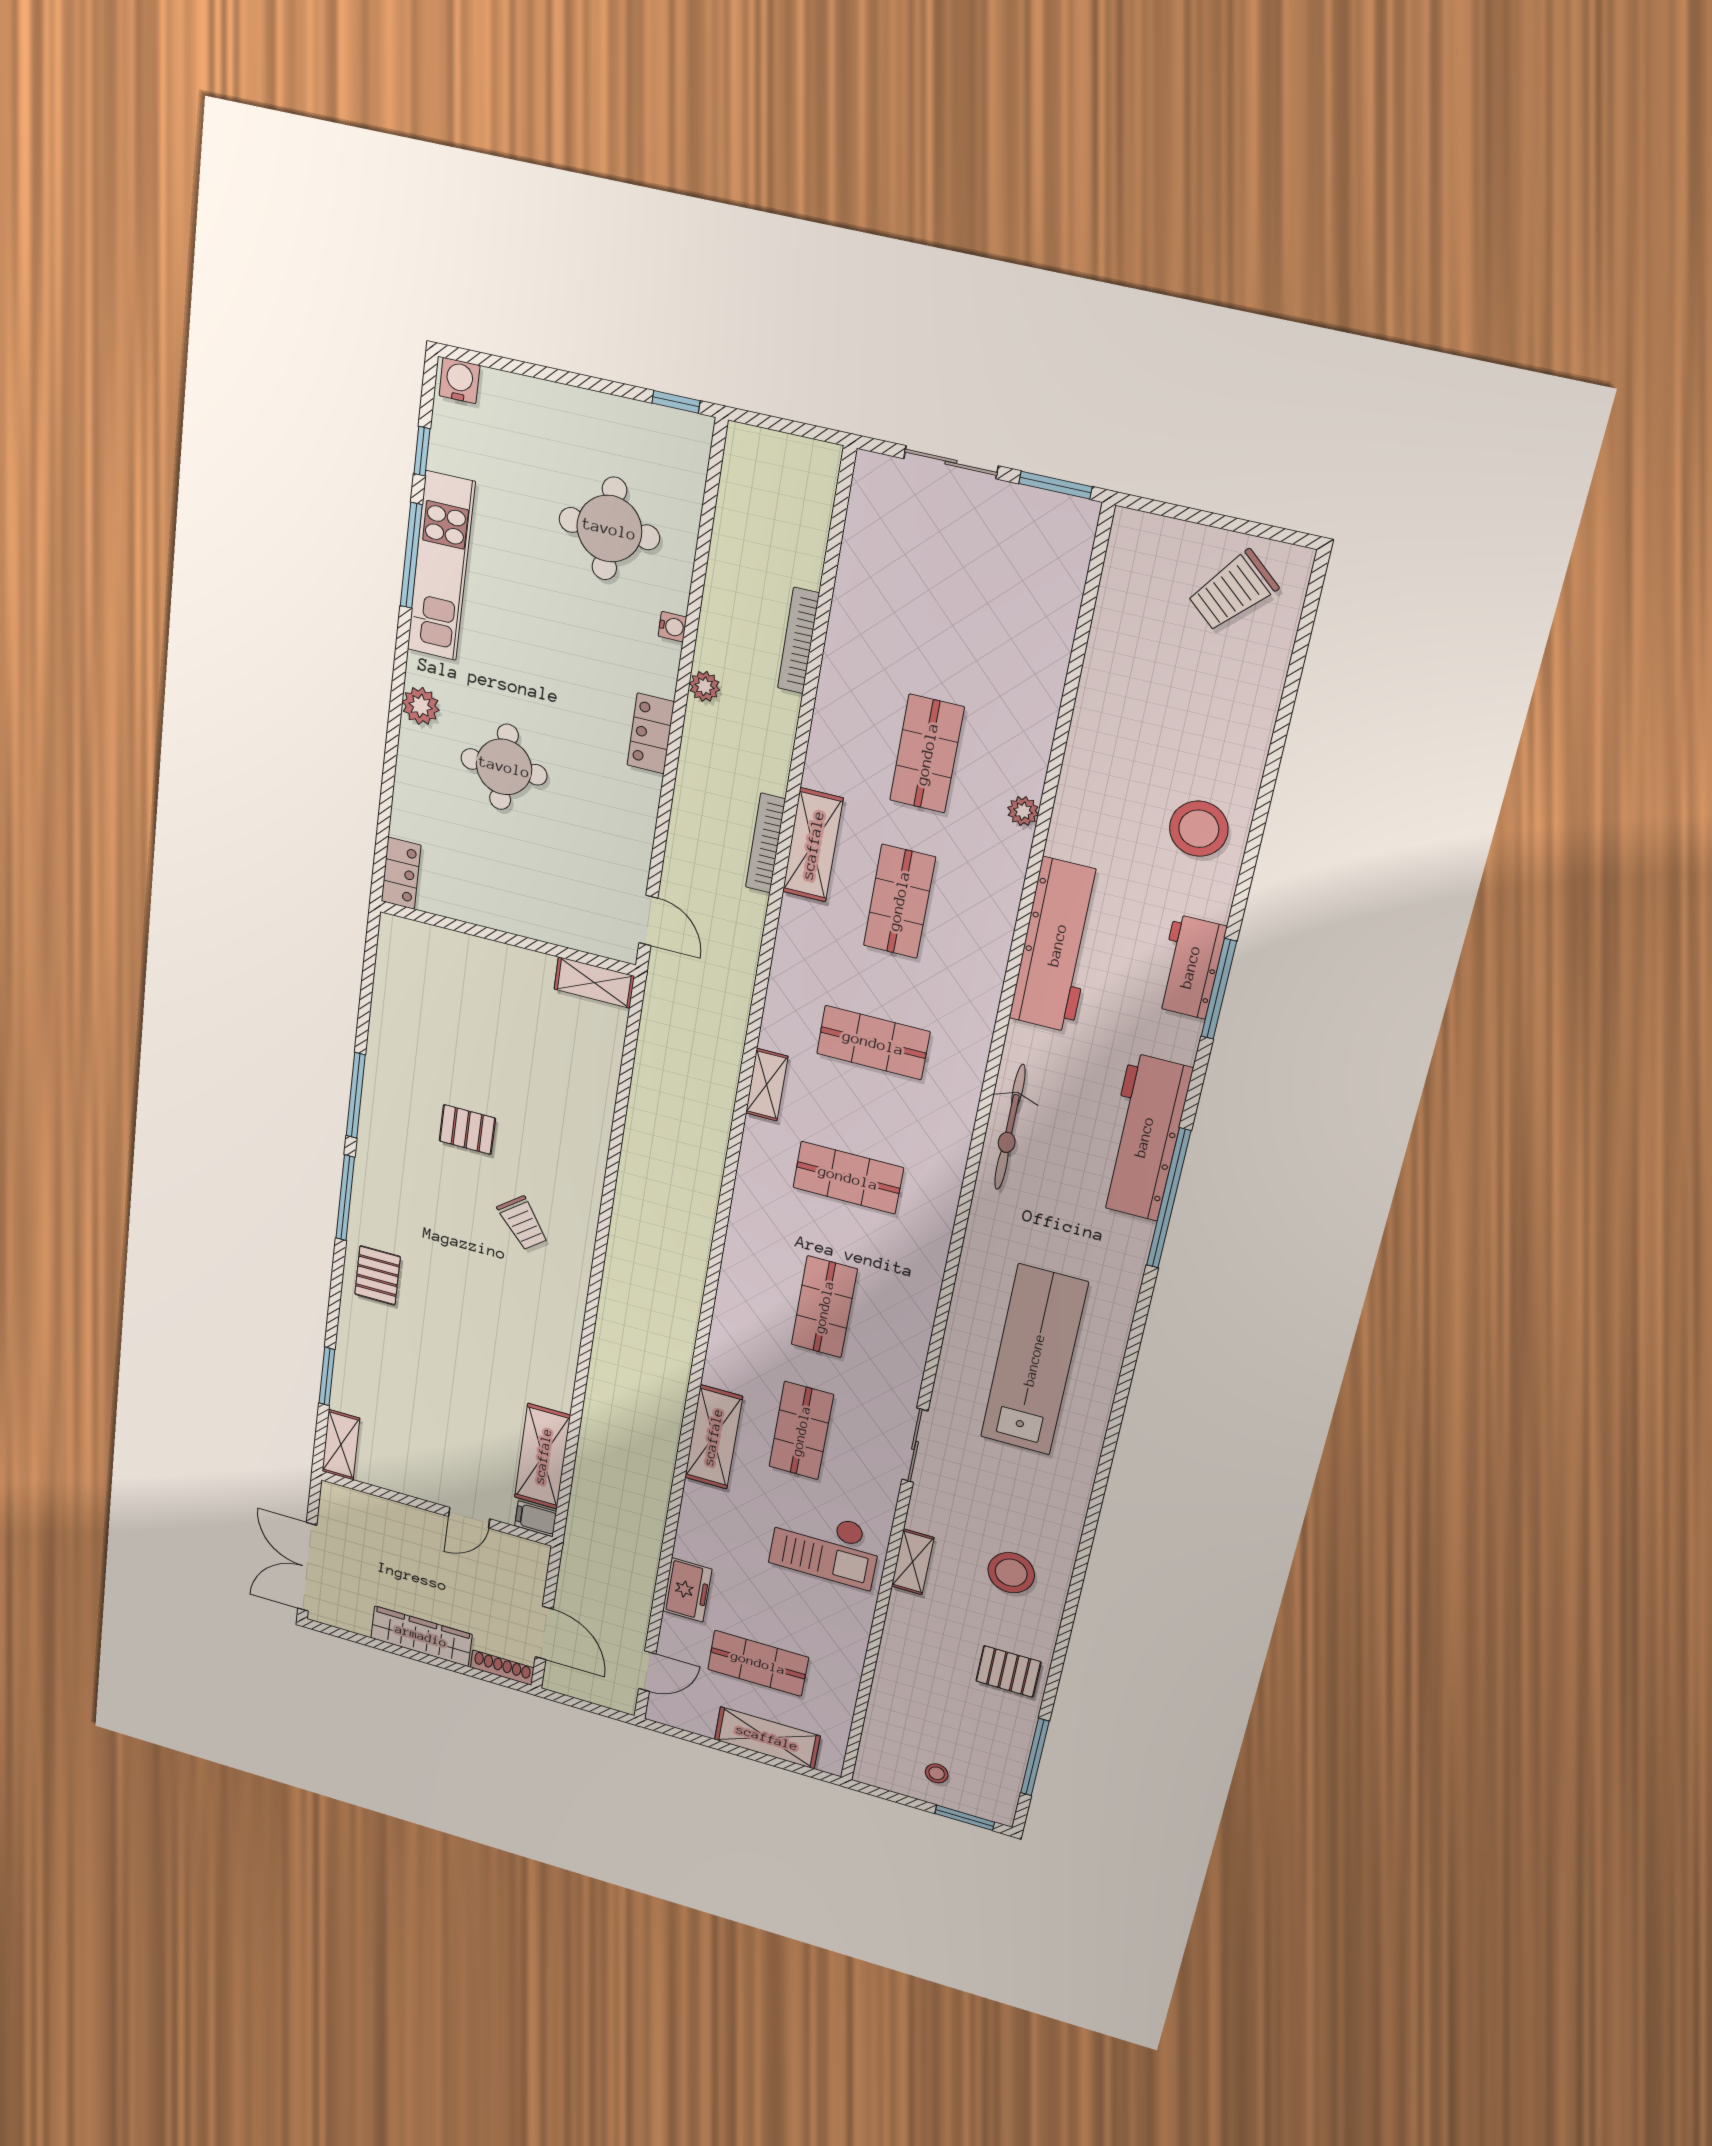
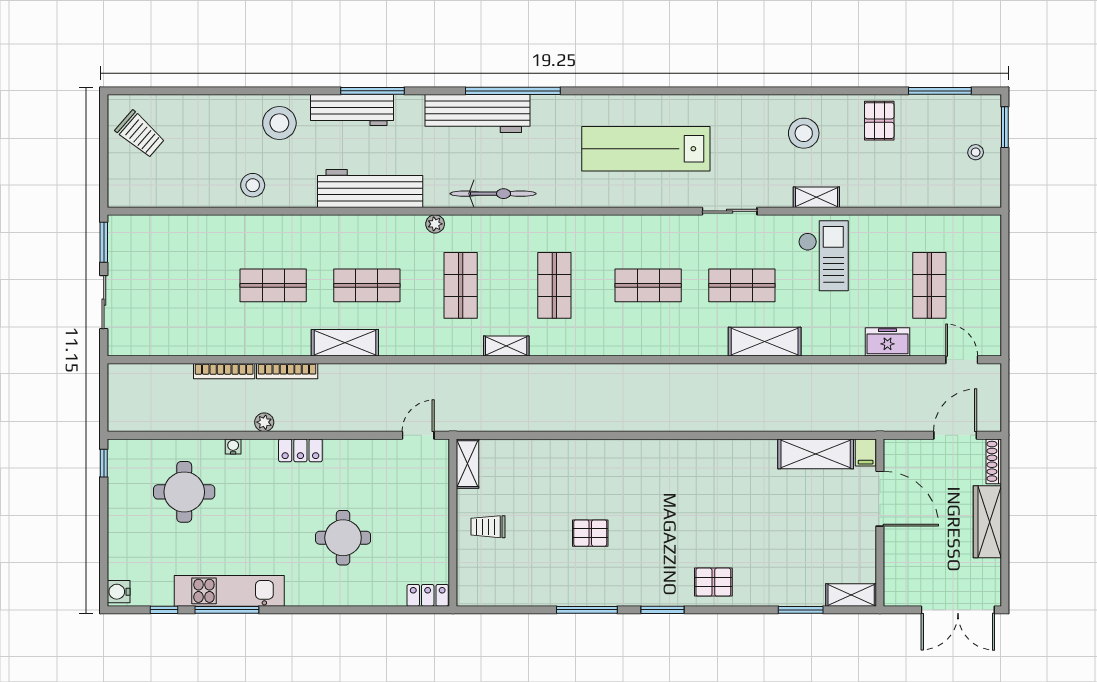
plant: (421, 706) -> (317, 594), removed
stool: (1102, 760) -> (253, 185), added
plant: (1023, 811) -> (435, 224), moved
bookcase: (766, 843) -> (287, 371), moved
workbench: (1190, 967) -> (352, 110), width x1.38
pallet: (467, 1130) -> (590, 533), turned 90
window: (345, 1198) -> (663, 610), width x0.69
trolley: (523, 1223) -> (488, 527), moved, turned -142
door: (469, 1518) -> (880, 499), width x1.87
shelving: (767, 1738) -> (987, 270), removed

